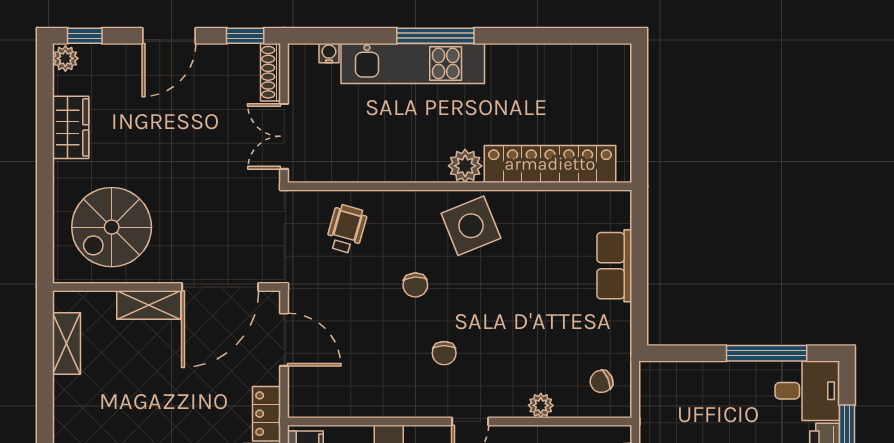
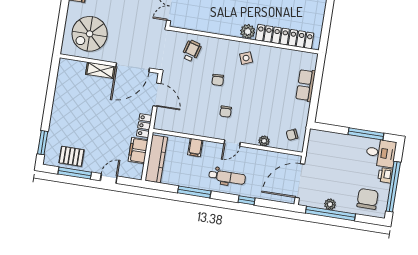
side table: (471, 226) -> (246, 58), width x0.54, depth x0.54
shelving: (66, 343) -> (62, 81), removed

